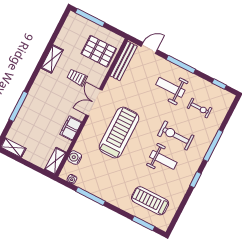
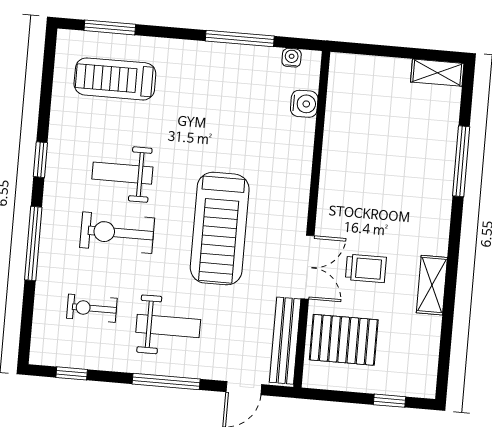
window: (90, 18) -> (389, 401), width x0.46
double door: (94, 102) -> (308, 267), moved
filing cabinet: (71, 128) -> (337, 160), removed
treadmill: (119, 133) -> (220, 229), moved
exercise bike: (176, 136) -> (117, 233), turned 180
shelving: (55, 161) -> (340, 81), removed
treadmill: (150, 201) -> (115, 79), turned 180

